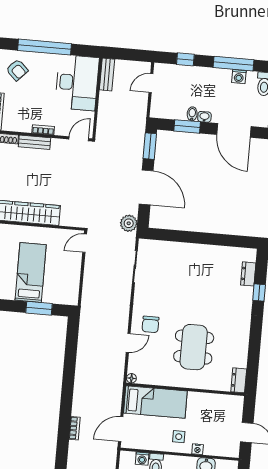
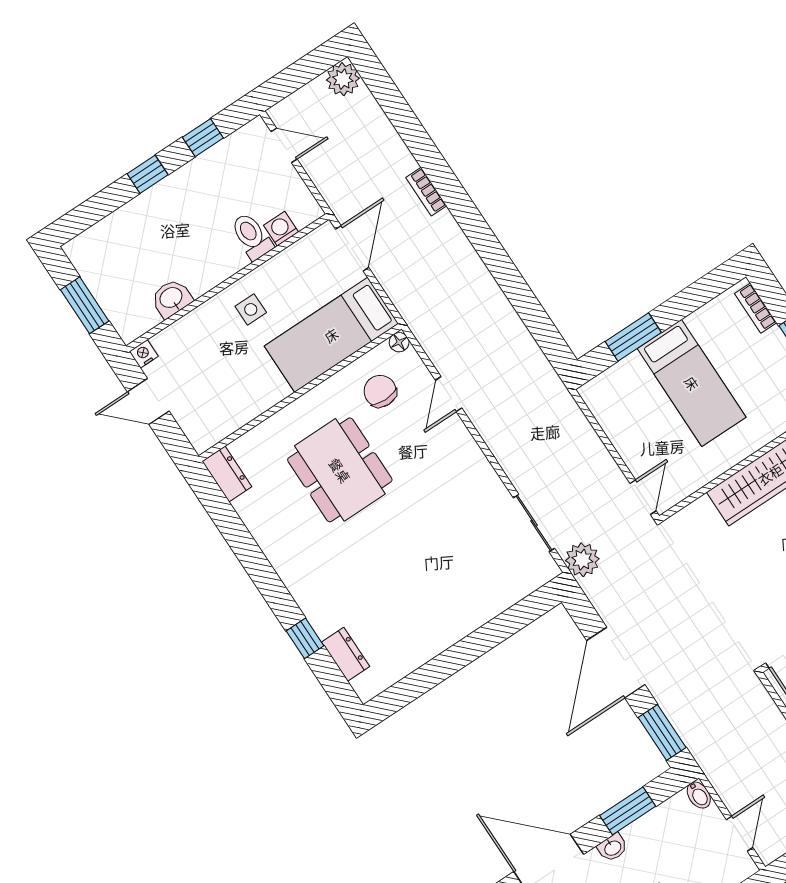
bidet: (192, 114) -> (699, 795), moved
door: (146, 187) -> (616, 663), hinge flipped
plant: (129, 223) -> (582, 560), moved
chair: (150, 324) -> (380, 391), moved
nightstand: (198, 449) -> (144, 354), moved

